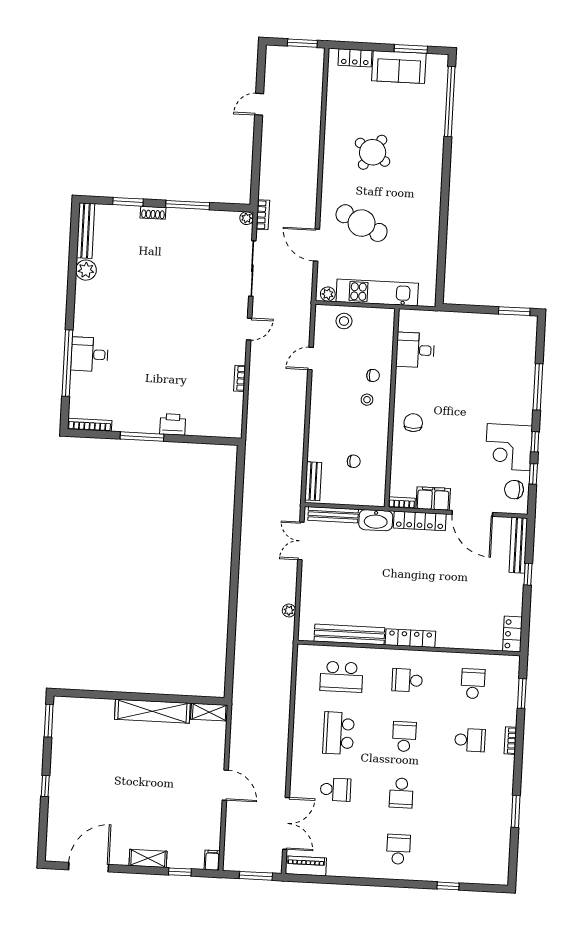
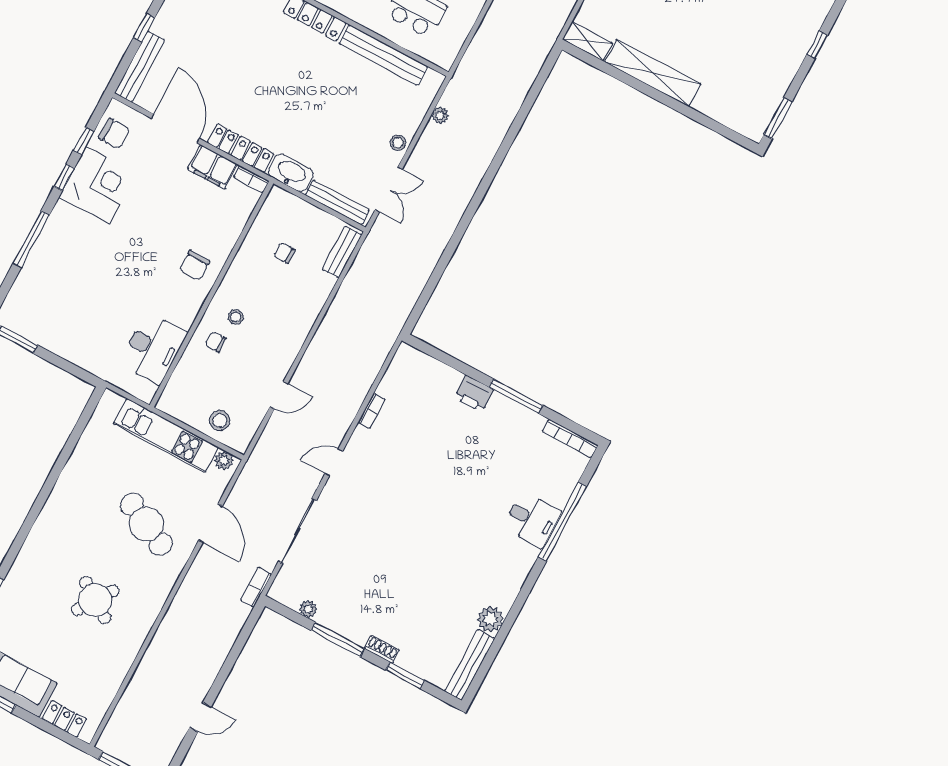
plant: (247, 218) -> (308, 609), moved
desk: (415, 350) -> (153, 348), width x1.37
stool: (310, 577) -> (398, 143), added

